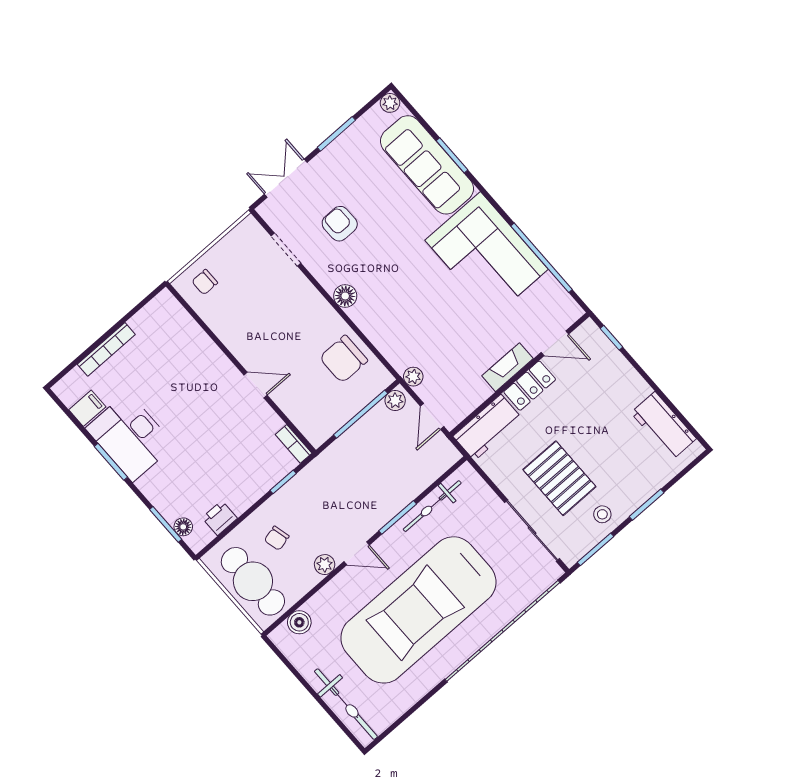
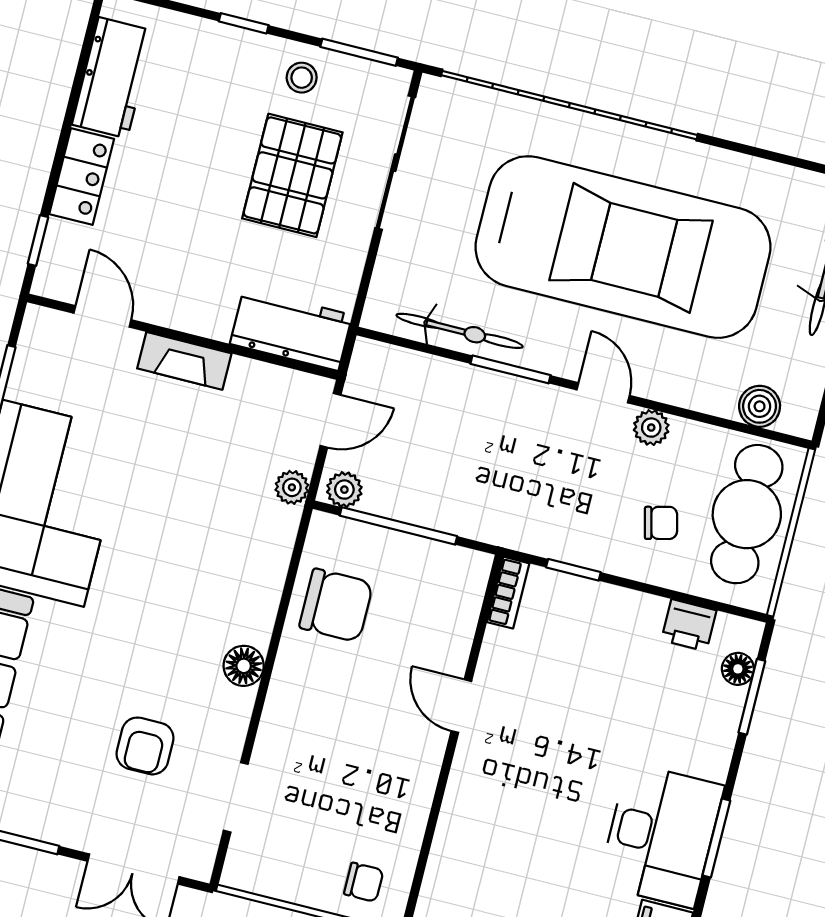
locker: (530, 386) -> (82, 176), moved, turned 90
window: (647, 505) -> (244, 23), width x0.67

